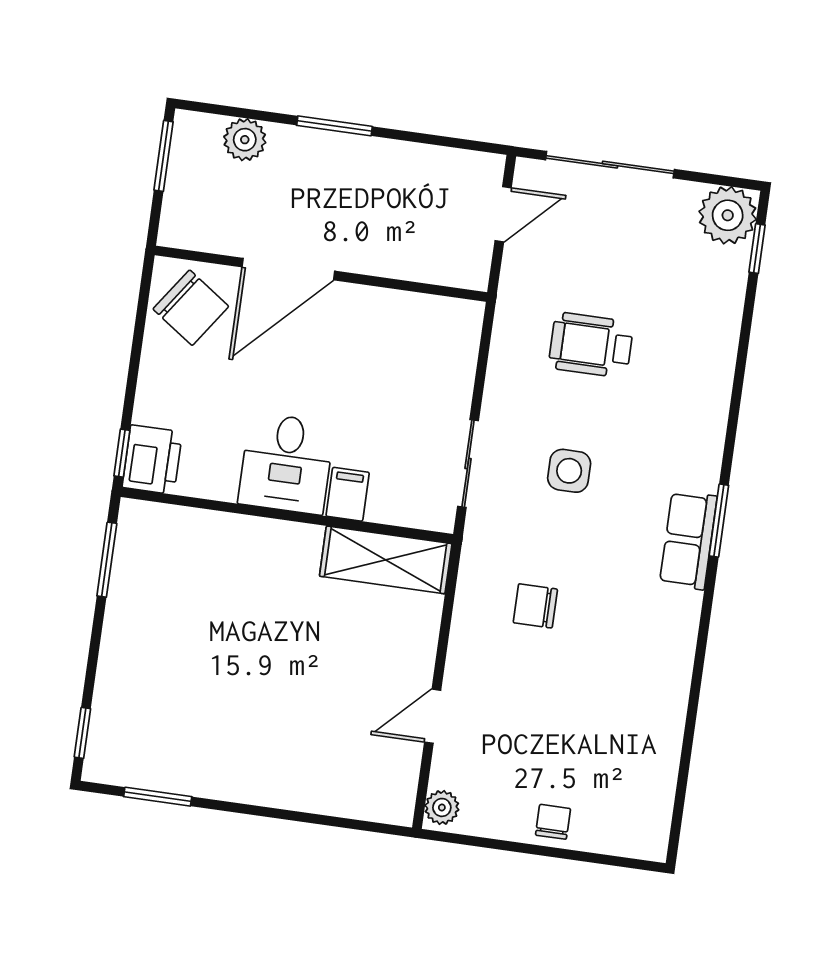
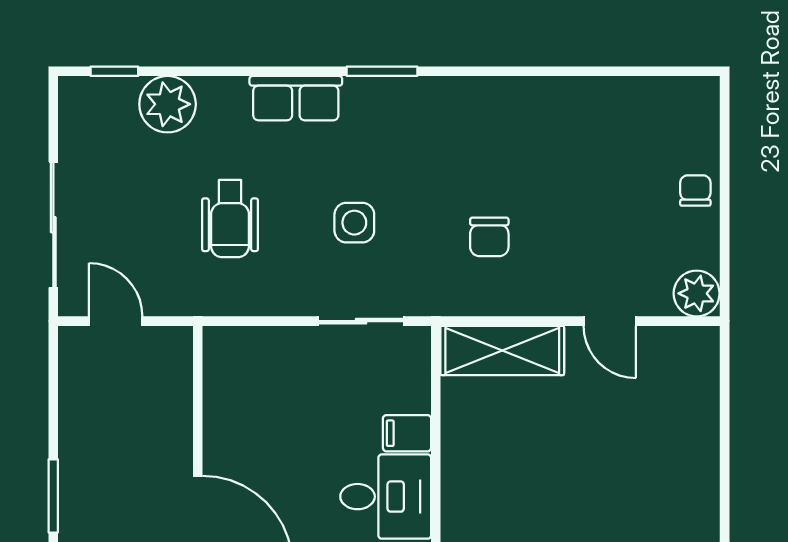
plant: (728, 215) -> (168, 104), moved
row of seats: (688, 540) -> (296, 98), moved
shelving: (386, 560) -> (502, 351), moved, turned 90
plant: (442, 807) -> (697, 293), width x1.38, depth x1.38
chair: (553, 822) -> (695, 191), turned 90

